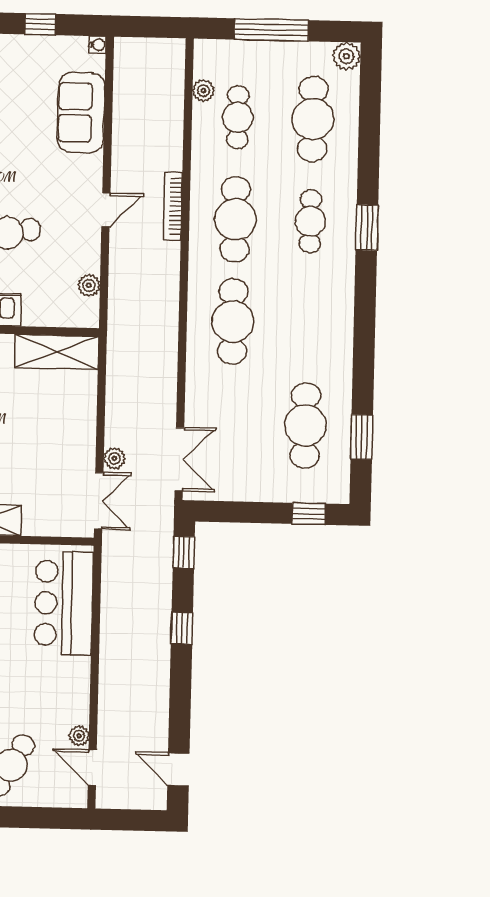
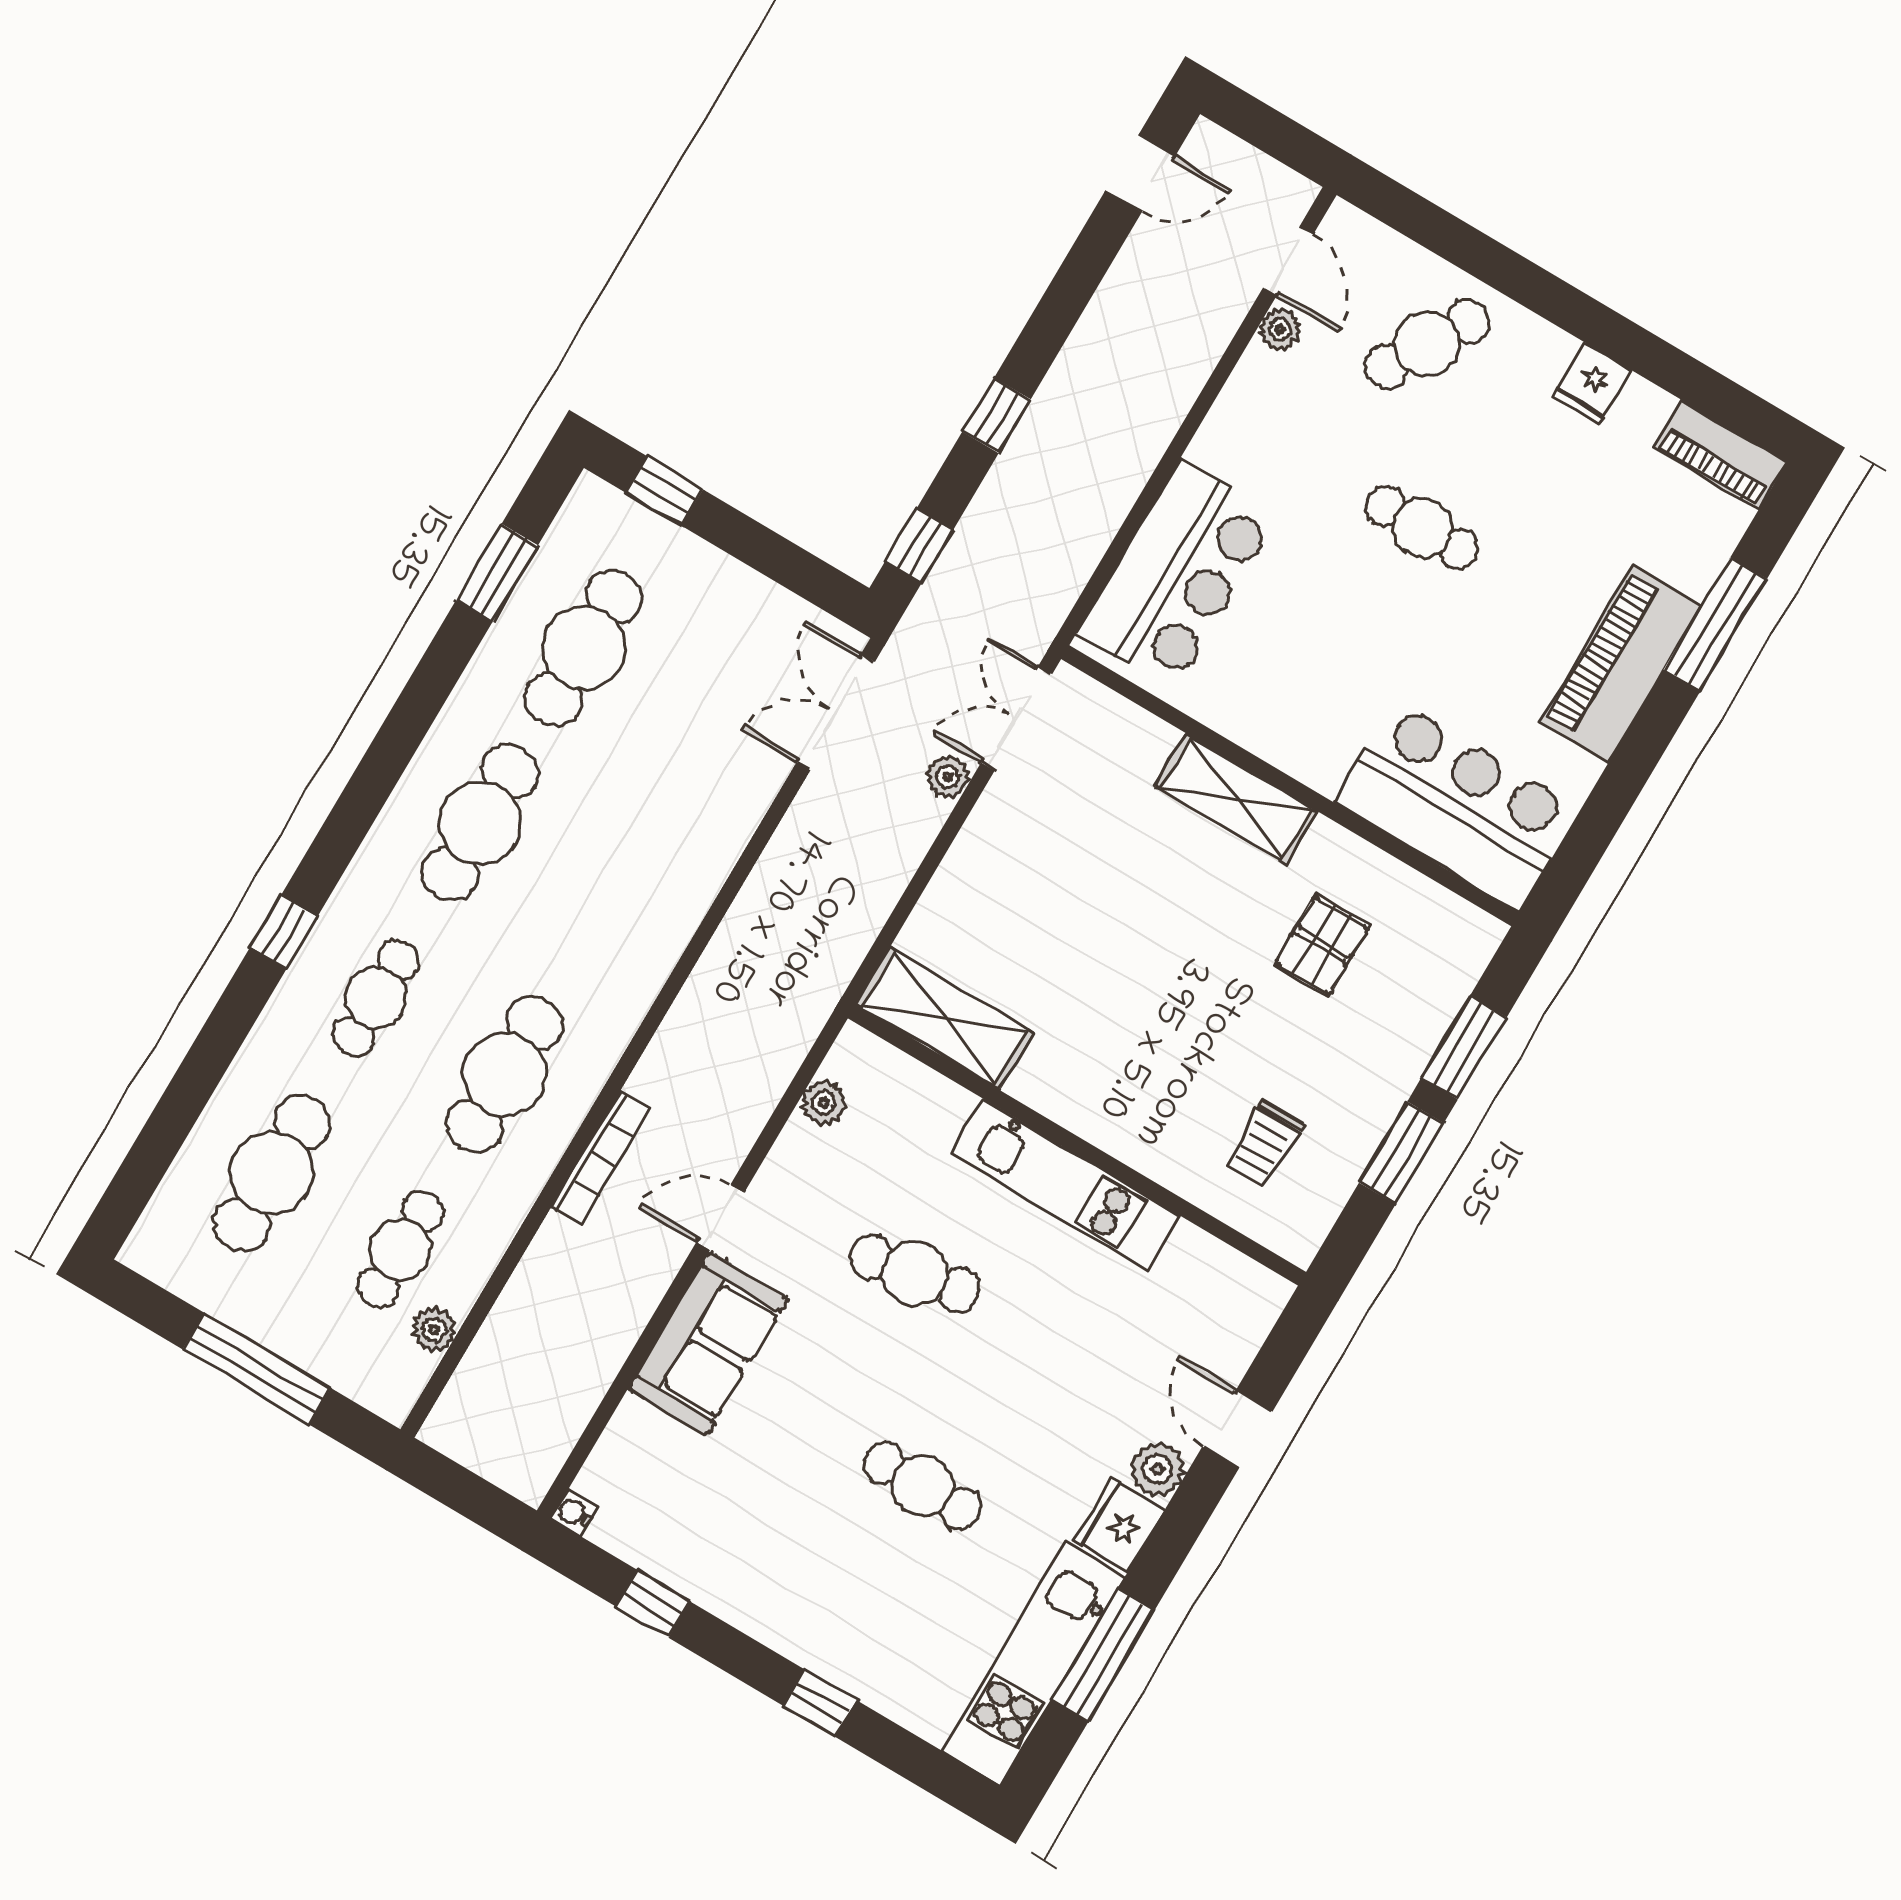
plant: (346, 56) -> (152, 1250), removed
sofa: (81, 112) -> (708, 1343), moved
window: (367, 228) -> (284, 932), width x0.67
cafe table: (233, 321) -> (480, 823), moved
door: (178, 770) -> (1140, 173), hinge flipped

